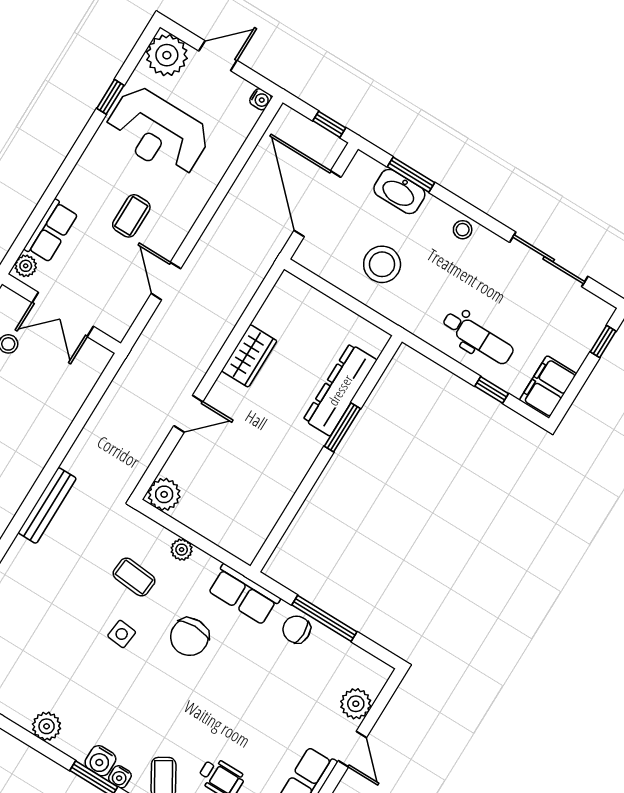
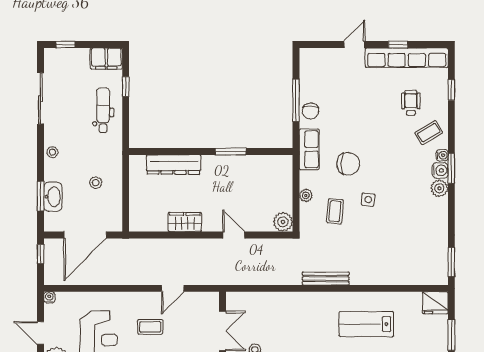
stool: (382, 264) -> (96, 183), width x0.53, depth x0.53
window: (342, 427) -> (231, 151), moved
plant: (356, 704) -> (330, 57), removed
plant: (47, 726) -> (439, 188), moved

